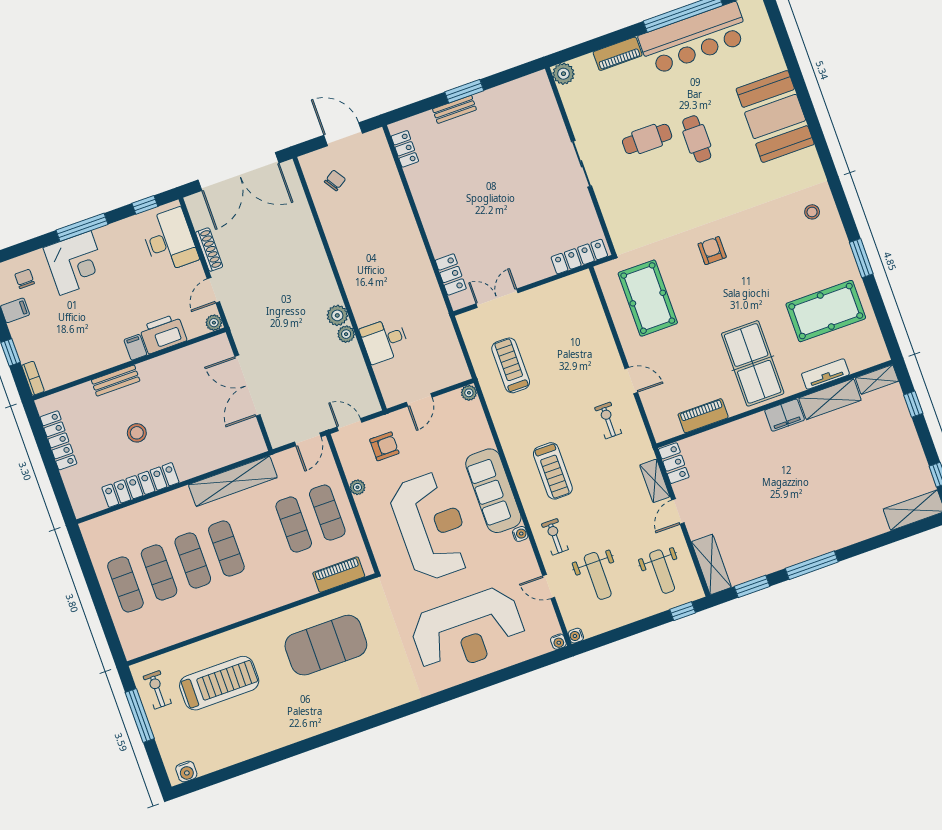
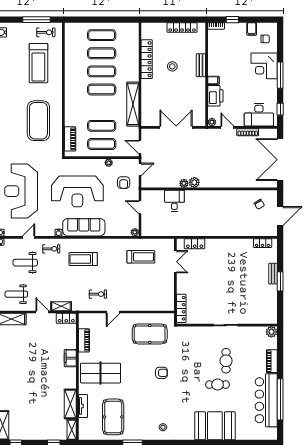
filing cabinet: (785, 415) -> (70, 358), moved

